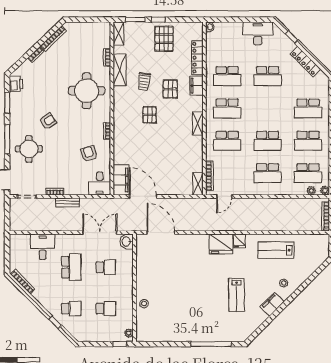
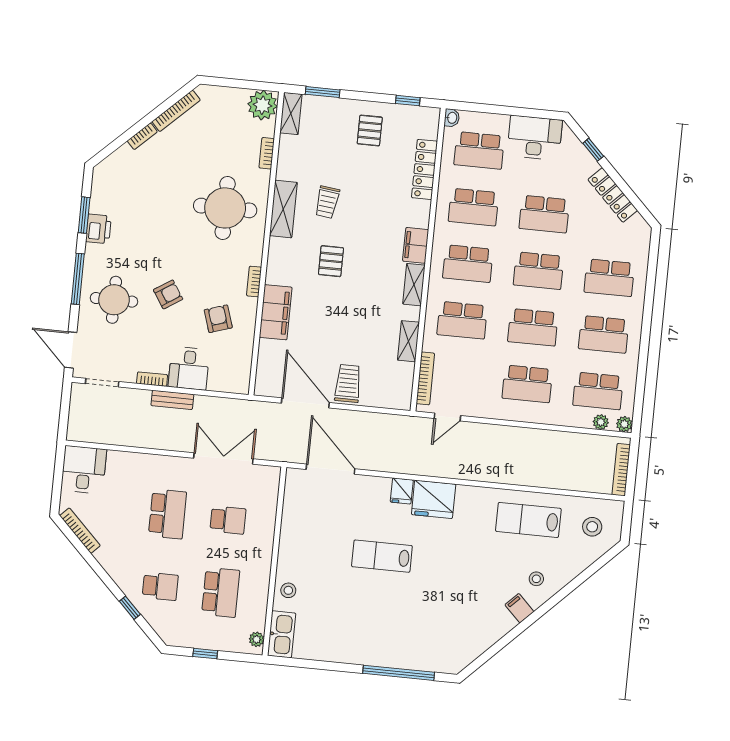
window: (158, 20) -> (408, 101), moved
plant: (102, 30) -> (262, 105), added
pallet: (164, 39) -> (370, 130), width x0.67, depth x0.71
school desk: (227, 44) -> (479, 150), added
shelving: (120, 70) -> (283, 209), moved
printer: (16, 84) -> (98, 229), moved
filing cabinet: (197, 86) -> (416, 245), moved
pallet: (170, 89) -> (372, 220), removed
school desk: (268, 108) -> (539, 271), added
armchair: (48, 121) -> (168, 294), moved
filing cabinet: (121, 180) -> (276, 312), moved
desk: (100, 183) -> (189, 368), moved
trolley: (166, 183) -> (348, 383), added
shelving: (198, 184) -> (408, 341), moved
fridge: (240, 241) -> (402, 491), moved
washbasin: (127, 242) -> (269, 479), removed
desk: (43, 247) -> (84, 470), moved
stool: (312, 250) -> (592, 527), added
lab bench: (237, 295) -> (382, 556), moved, turned 90
filing cabinet: (272, 304) -> (519, 608), width x0.50
school desk: (106, 309) -> (221, 592), width x1.85
kitchen sink: (143, 329) -> (282, 634), added
window: (120, 344) -> (205, 654), moved

